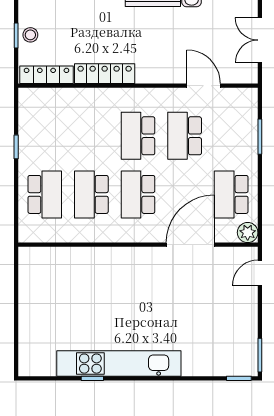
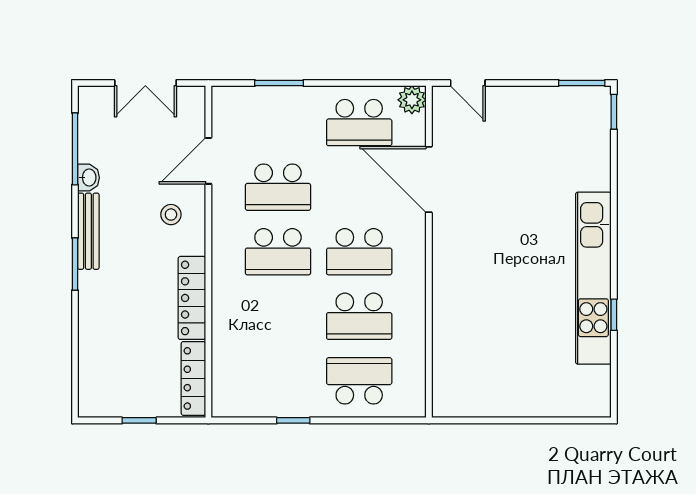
stool: (30, 35) -> (171, 215), moved

